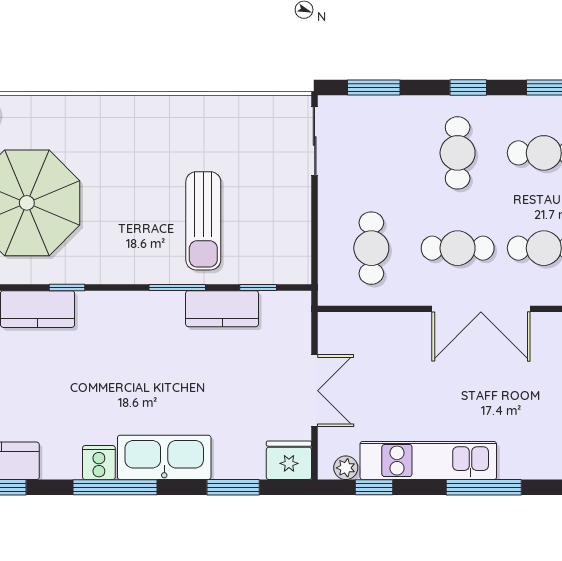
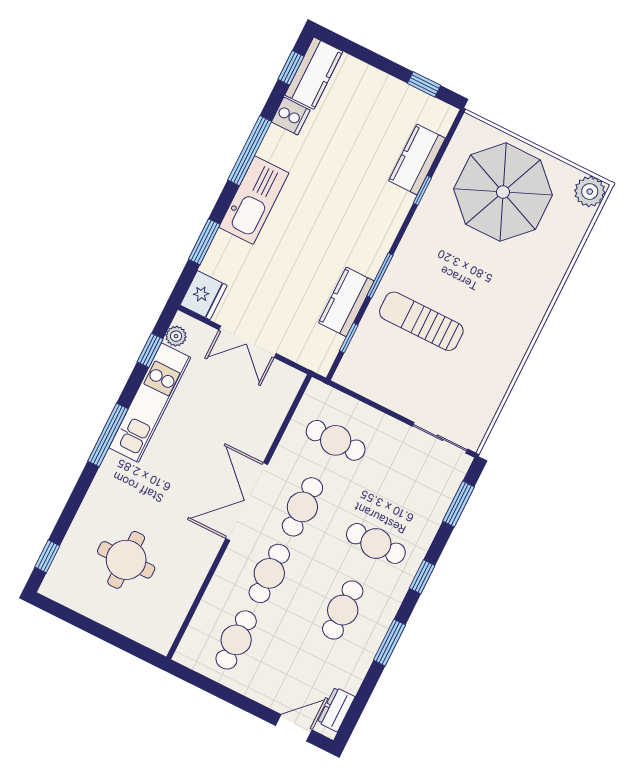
cooker: (99, 463) -> (291, 116), moved

